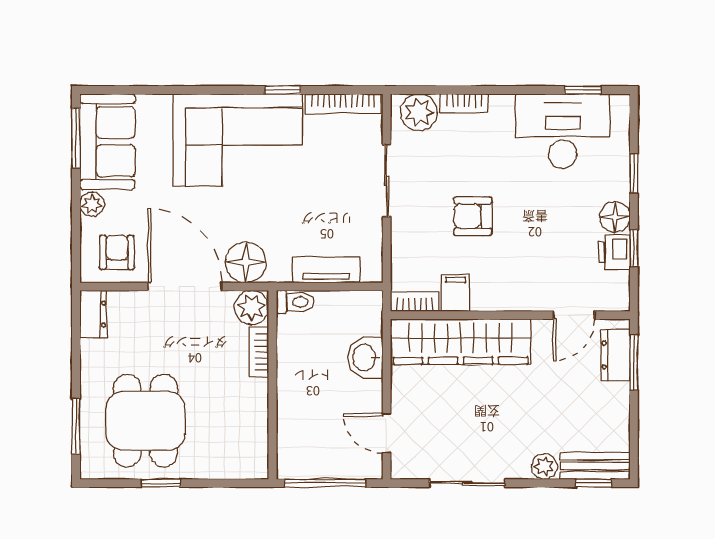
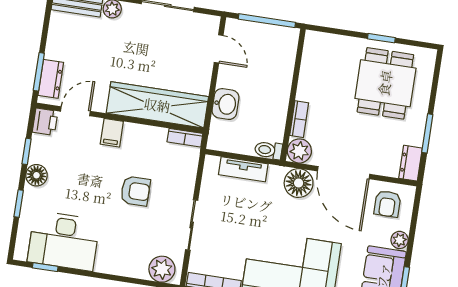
bookcase: (464, 103) -> (129, 270), removed
printer: (614, 252) -> (45, 122), moved
filing cabinet: (456, 293) -> (112, 133), moved
window: (76, 426) -> (427, 133), moved

